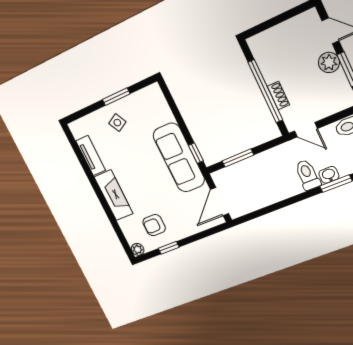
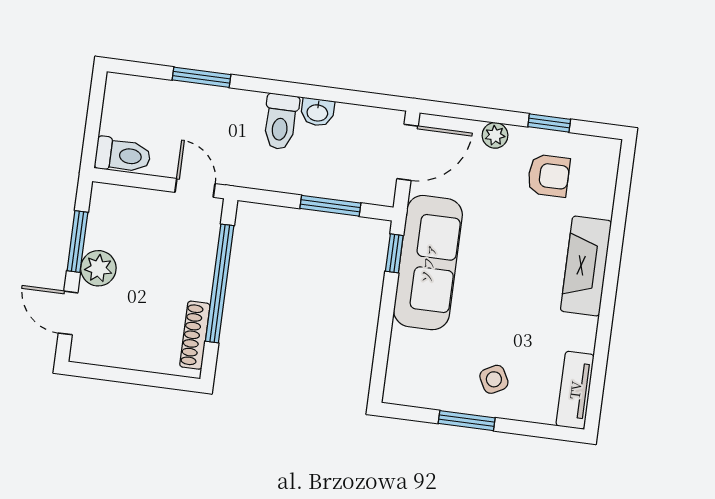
shoe rack: (278, 96) -> (195, 335), moved, width x1.43
tv unit: (91, 156) -> (575, 390), moved
toilet: (308, 175) -> (281, 122), moved
washbasin: (329, 175) -> (317, 112), moved
plant: (138, 249) -> (495, 135), moved

